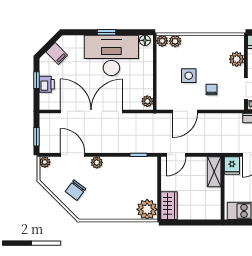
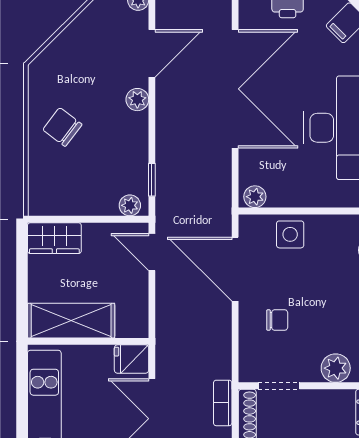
side table: (189, 76) -> (290, 234), moved
door: (185, 111) -> (235, 269), width x1.36
shelving: (214, 172) -> (71, 321), moved, width x1.50, depth x1.33
chair: (75, 190) -> (62, 127), moved
plant: (147, 209) -> (130, 205), moved, width x0.53, depth x0.53

